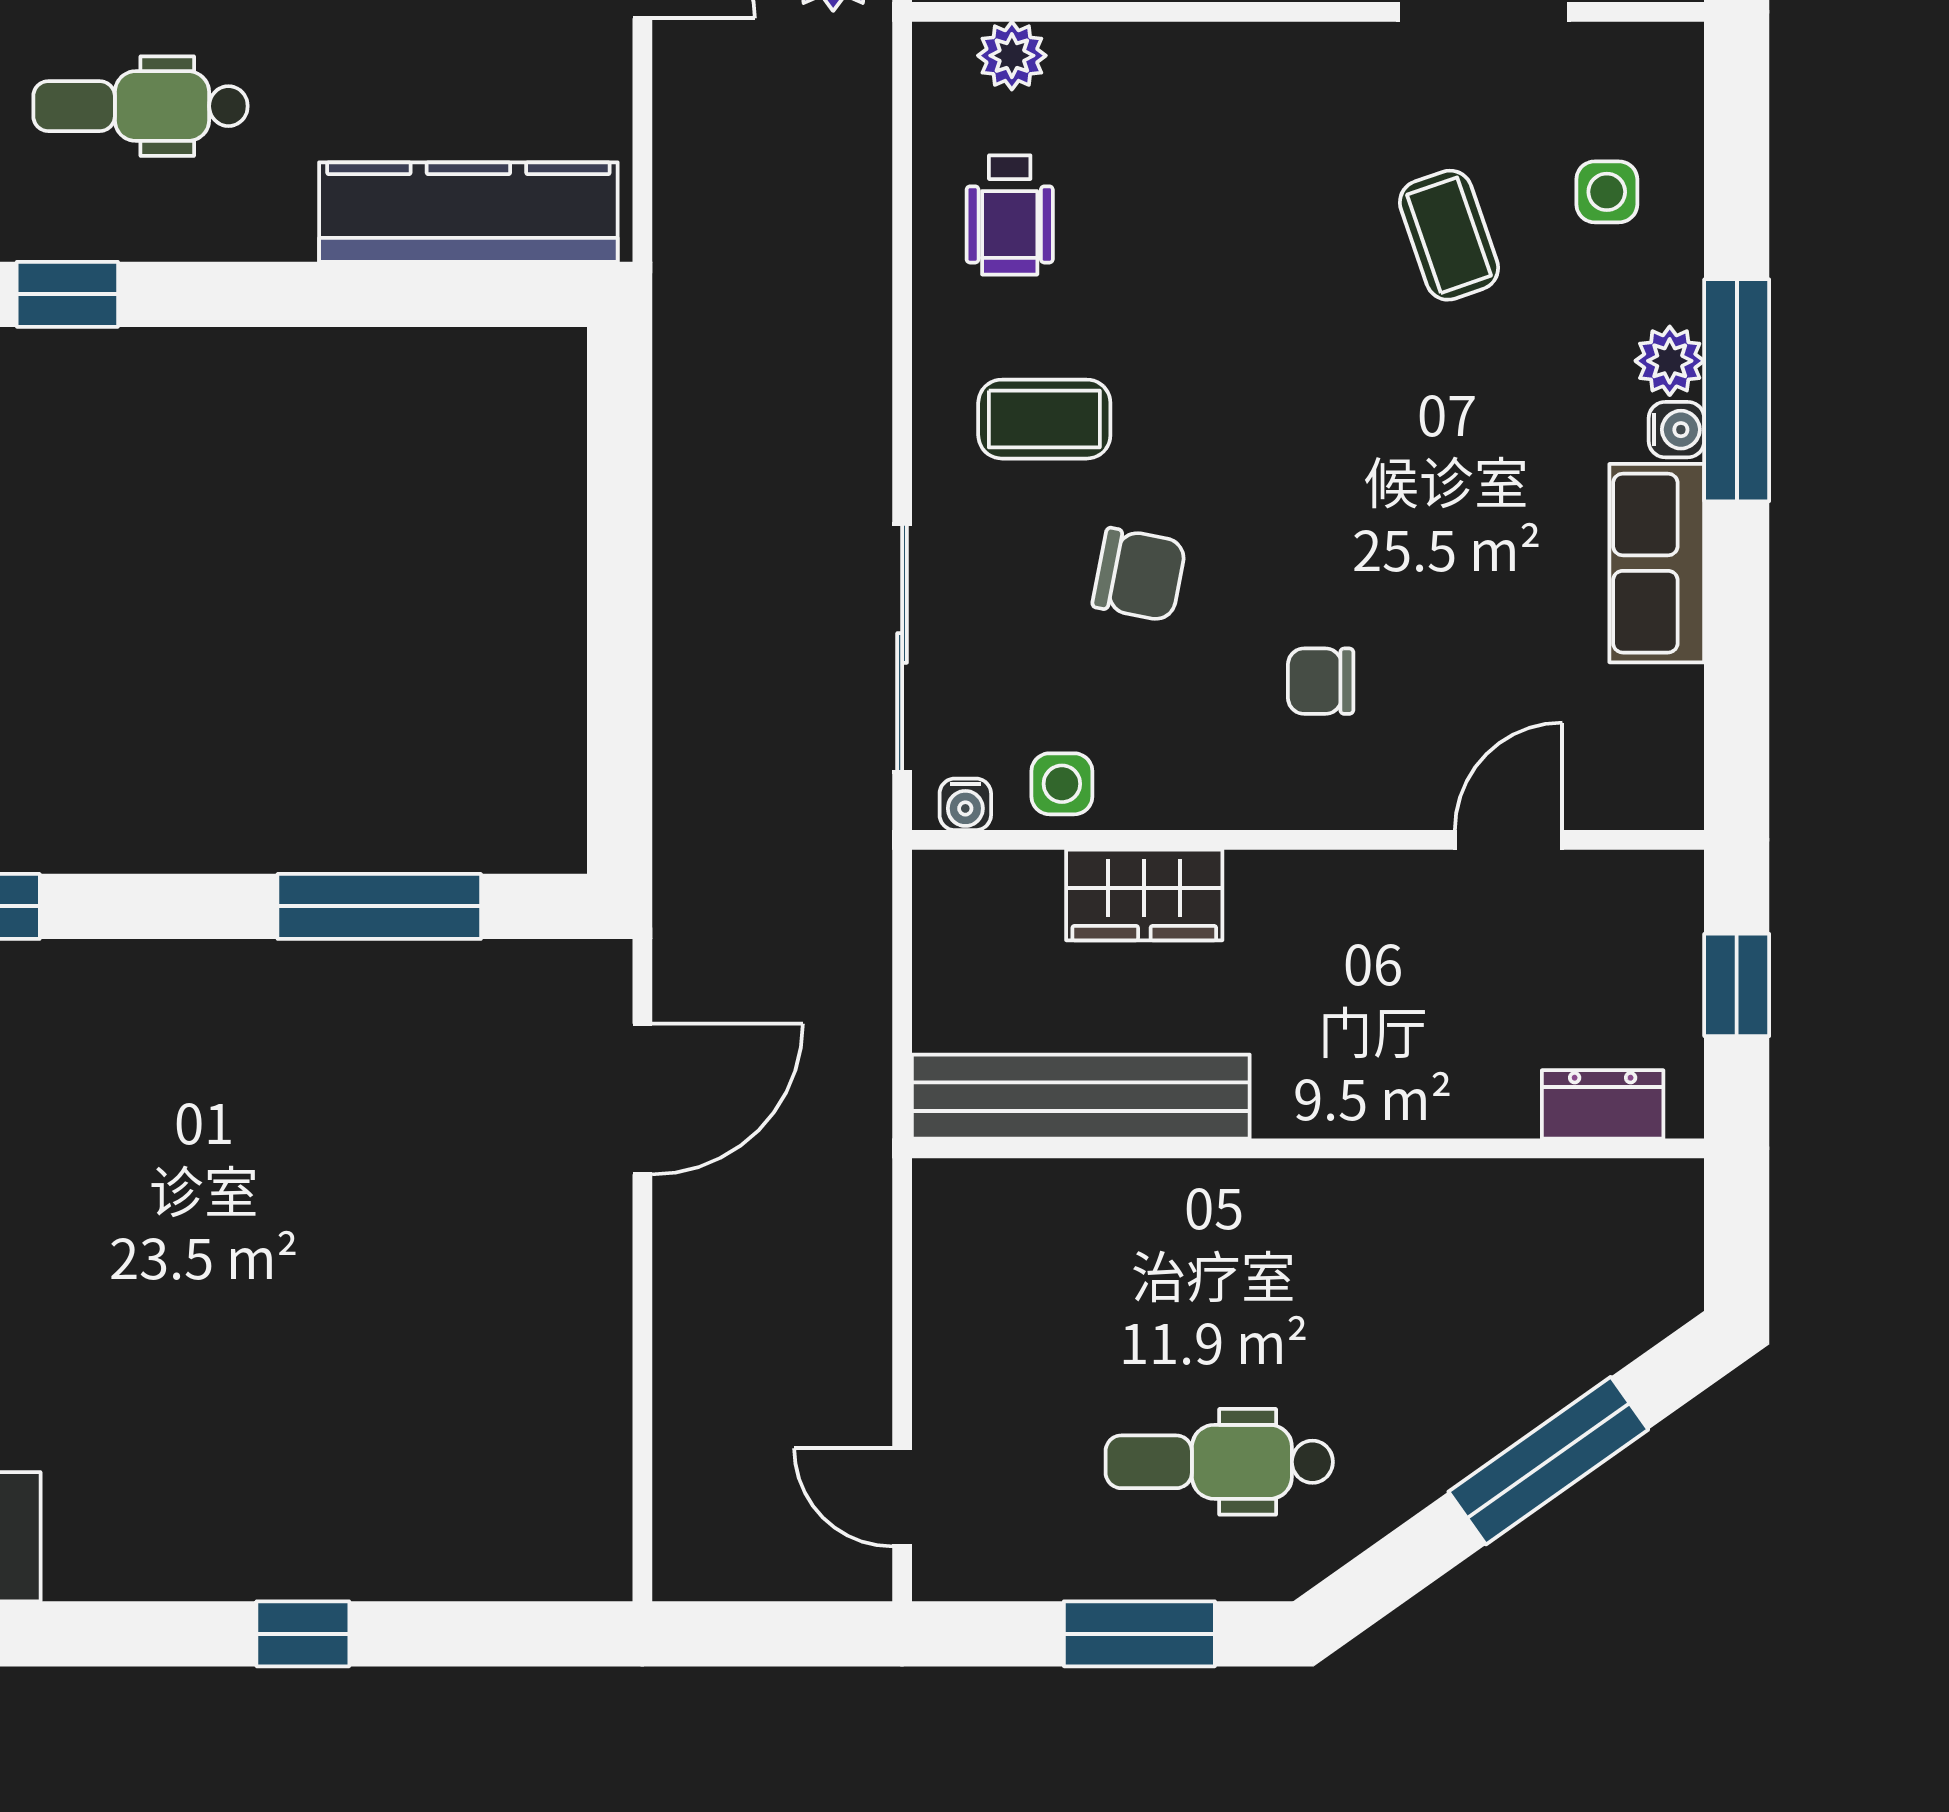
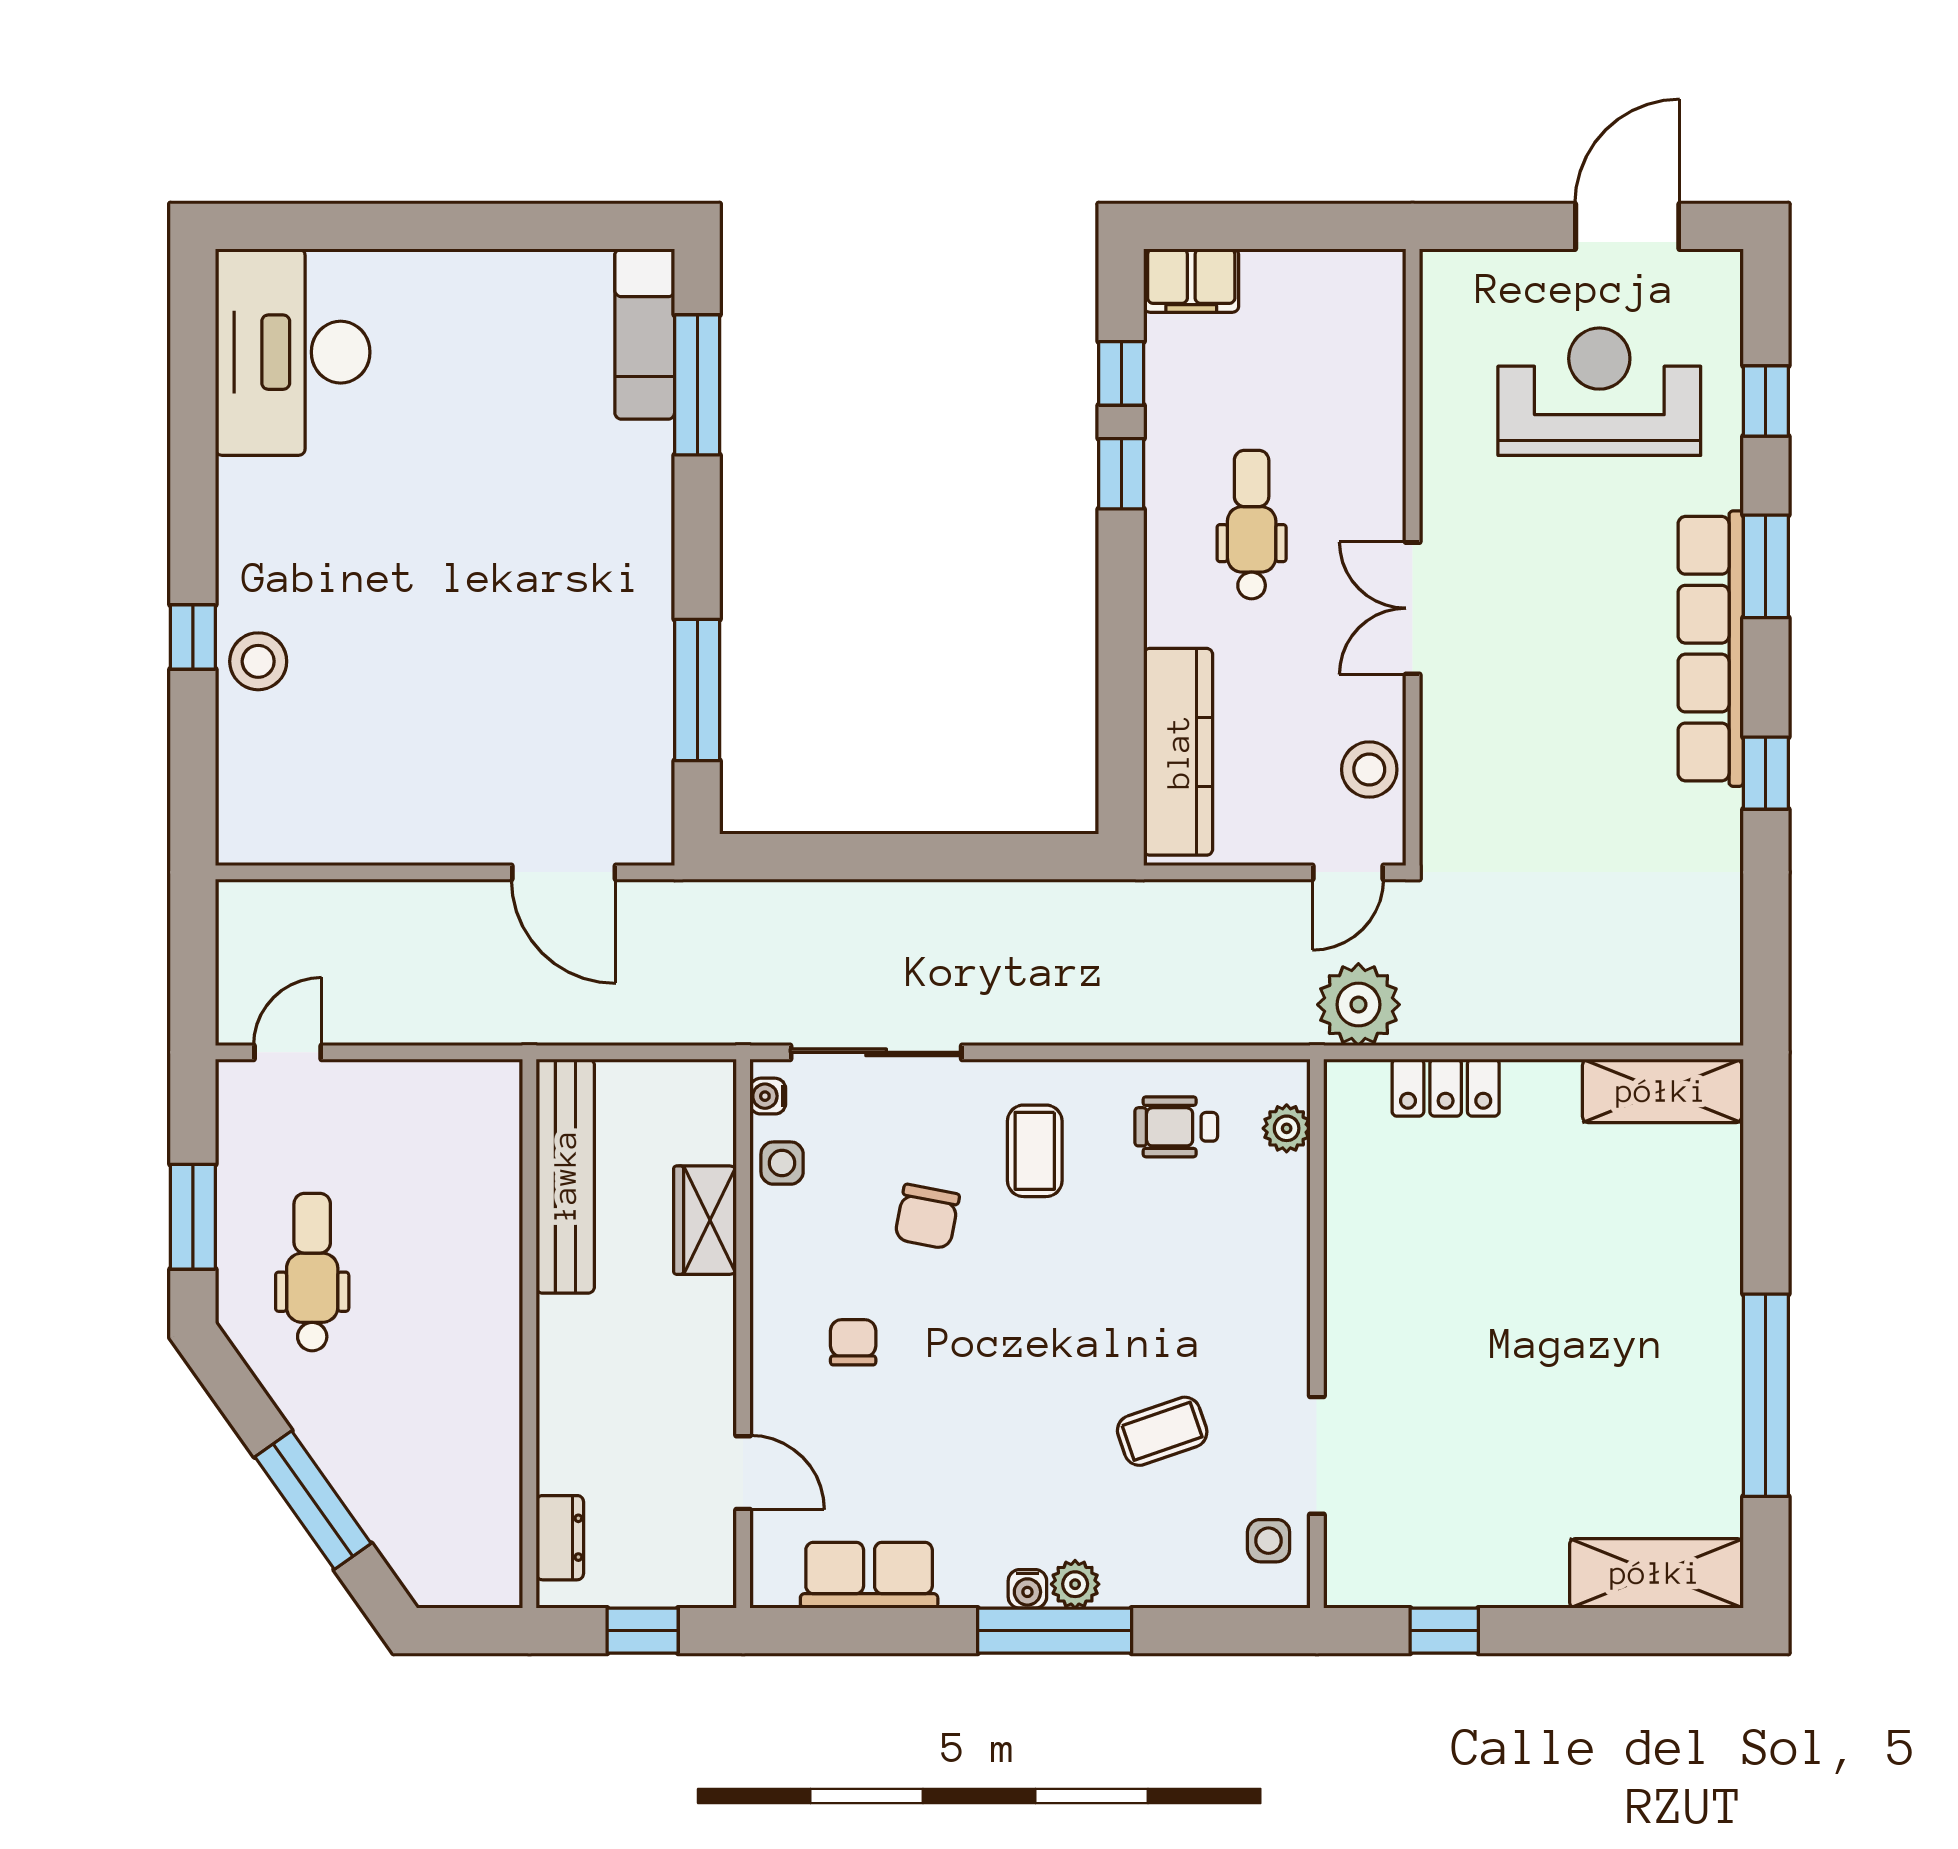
side table: (1607, 192) -> (1269, 1541), moved
row of seats: (1657, 563) -> (869, 1575), moved
stool: (338, 1540) -> (258, 661), added

